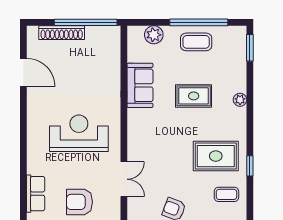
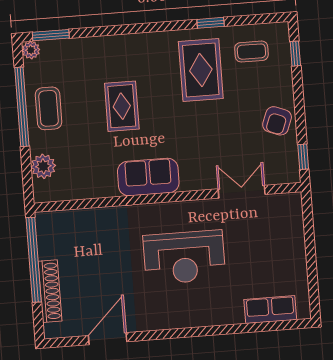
sofa: (140, 85) -> (148, 177), moved
plant: (240, 100) -> (31, 50), moved
reception desk: (79, 133) -> (184, 257), turned -90
coffee table: (226, 194) -> (251, 52), turned 90
armchair: (79, 202) -> (277, 249), removed

